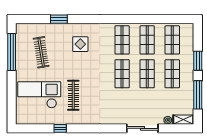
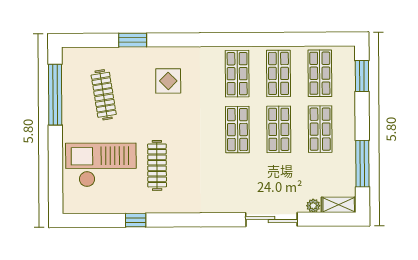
window: (198, 61) -> (362, 76), moved

